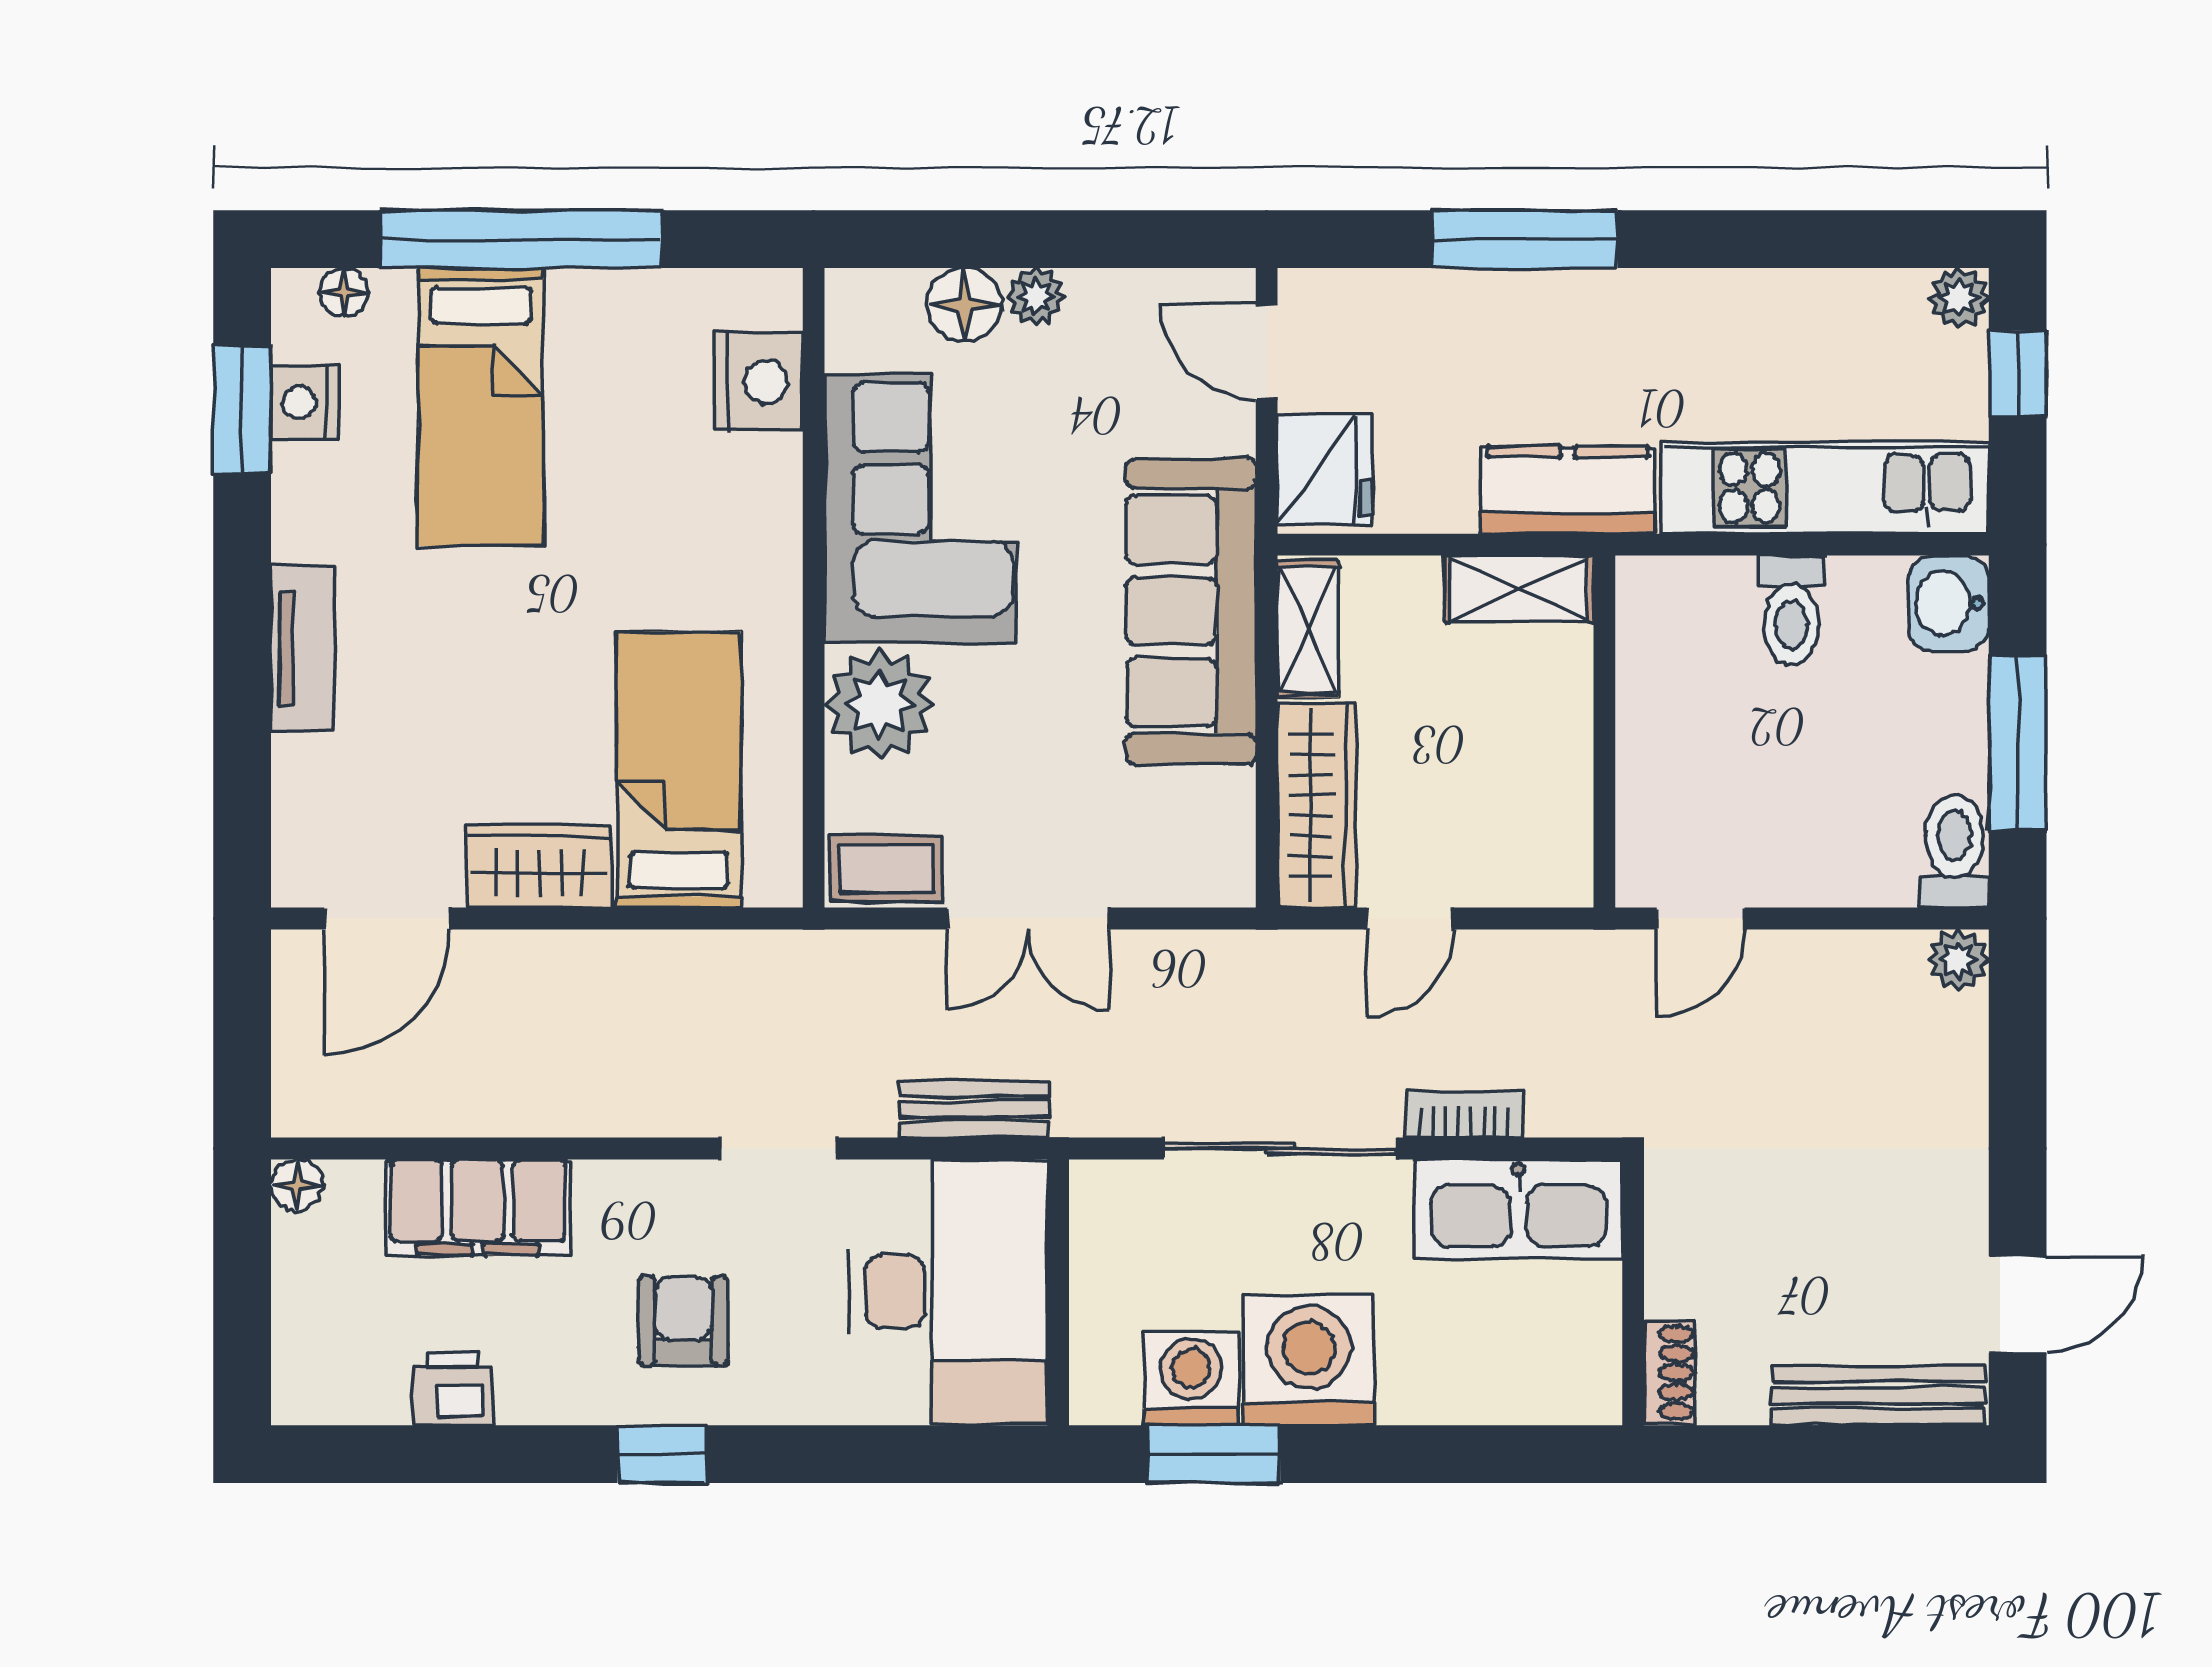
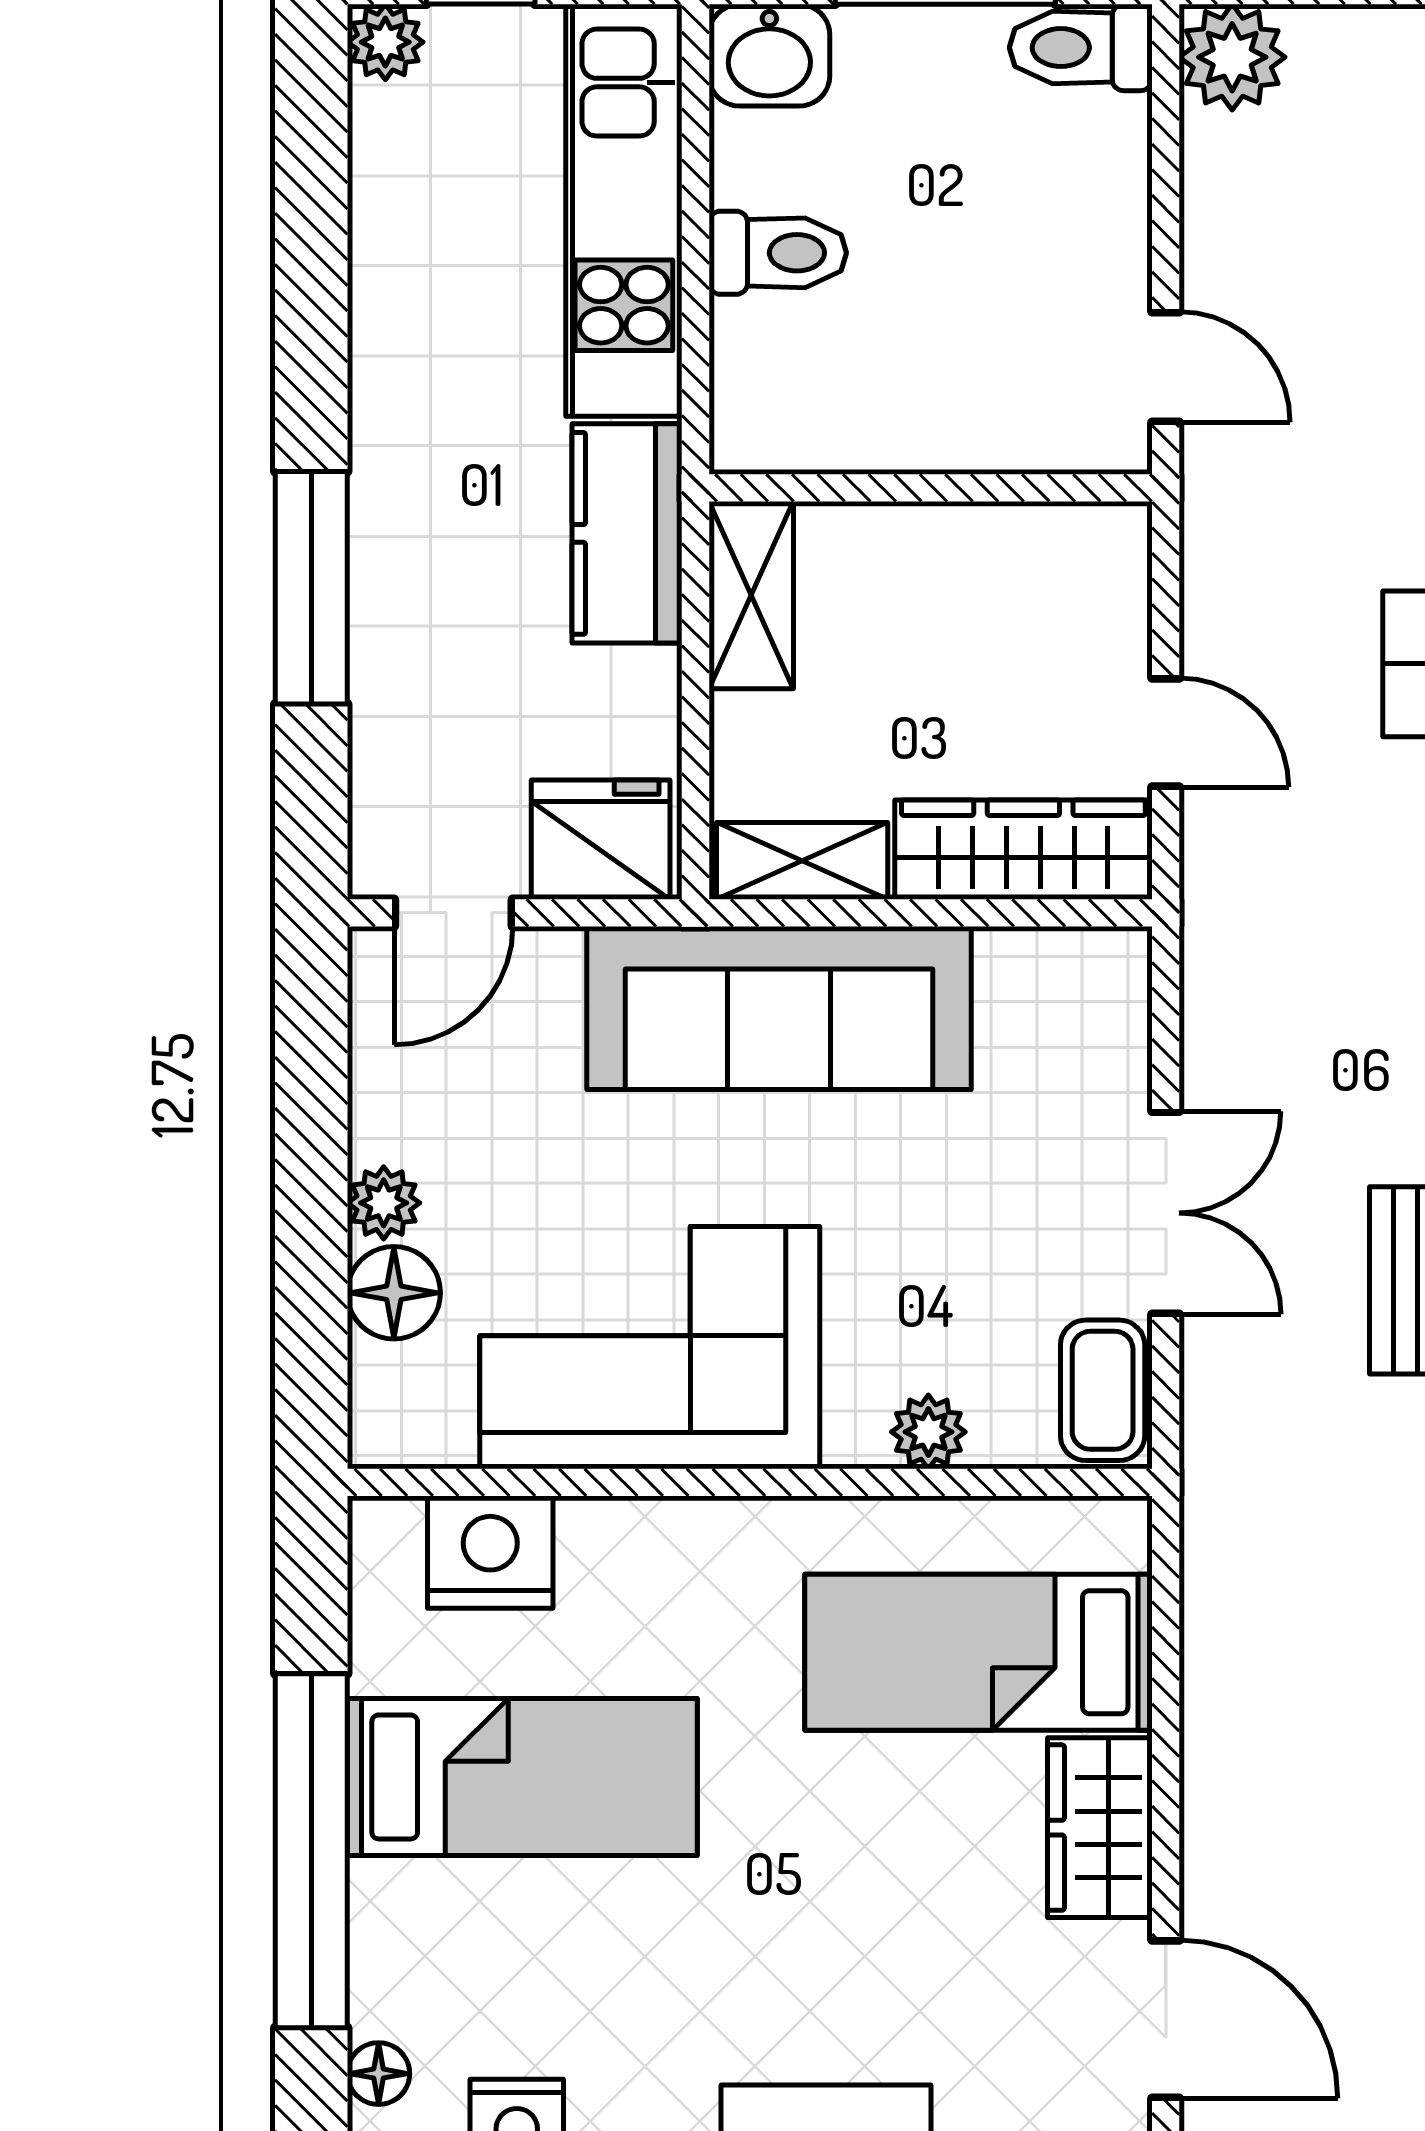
bed: (481, 407) -> (522, 1777), moved
plant: (880, 704) -> (928, 1432), width x0.53, depth x0.53
plant: (1958, 960) -> (1232, 57), width x1.38, depth x1.38

